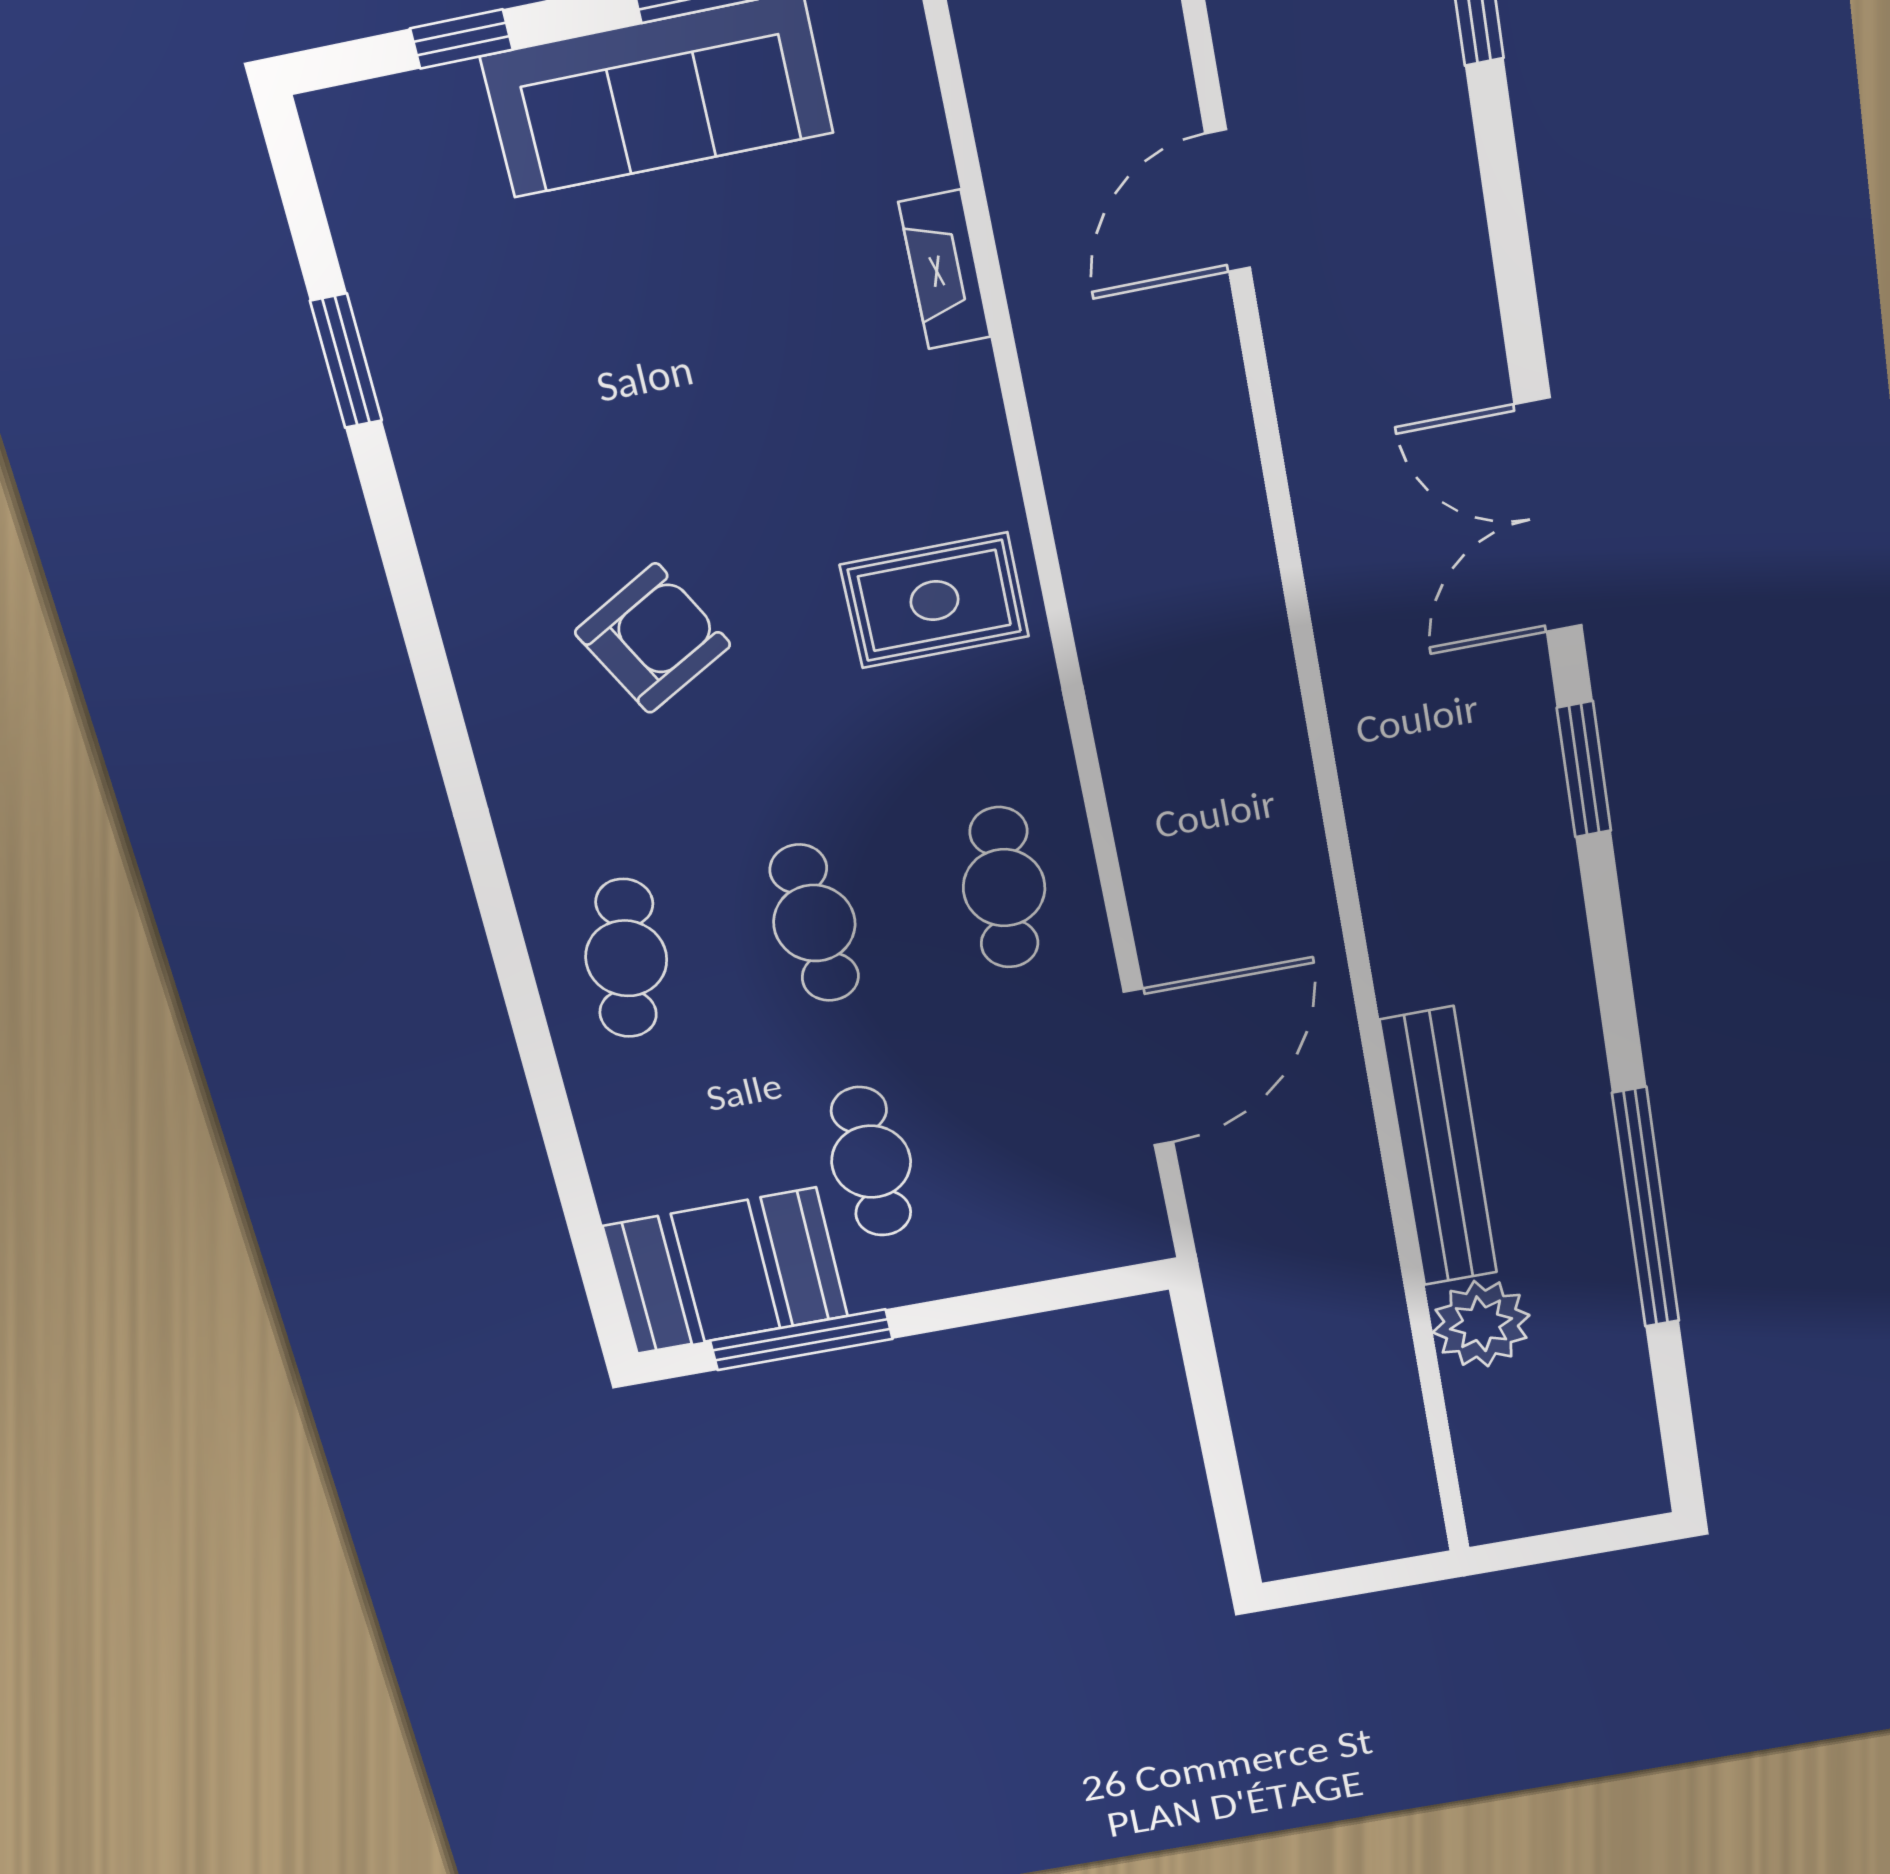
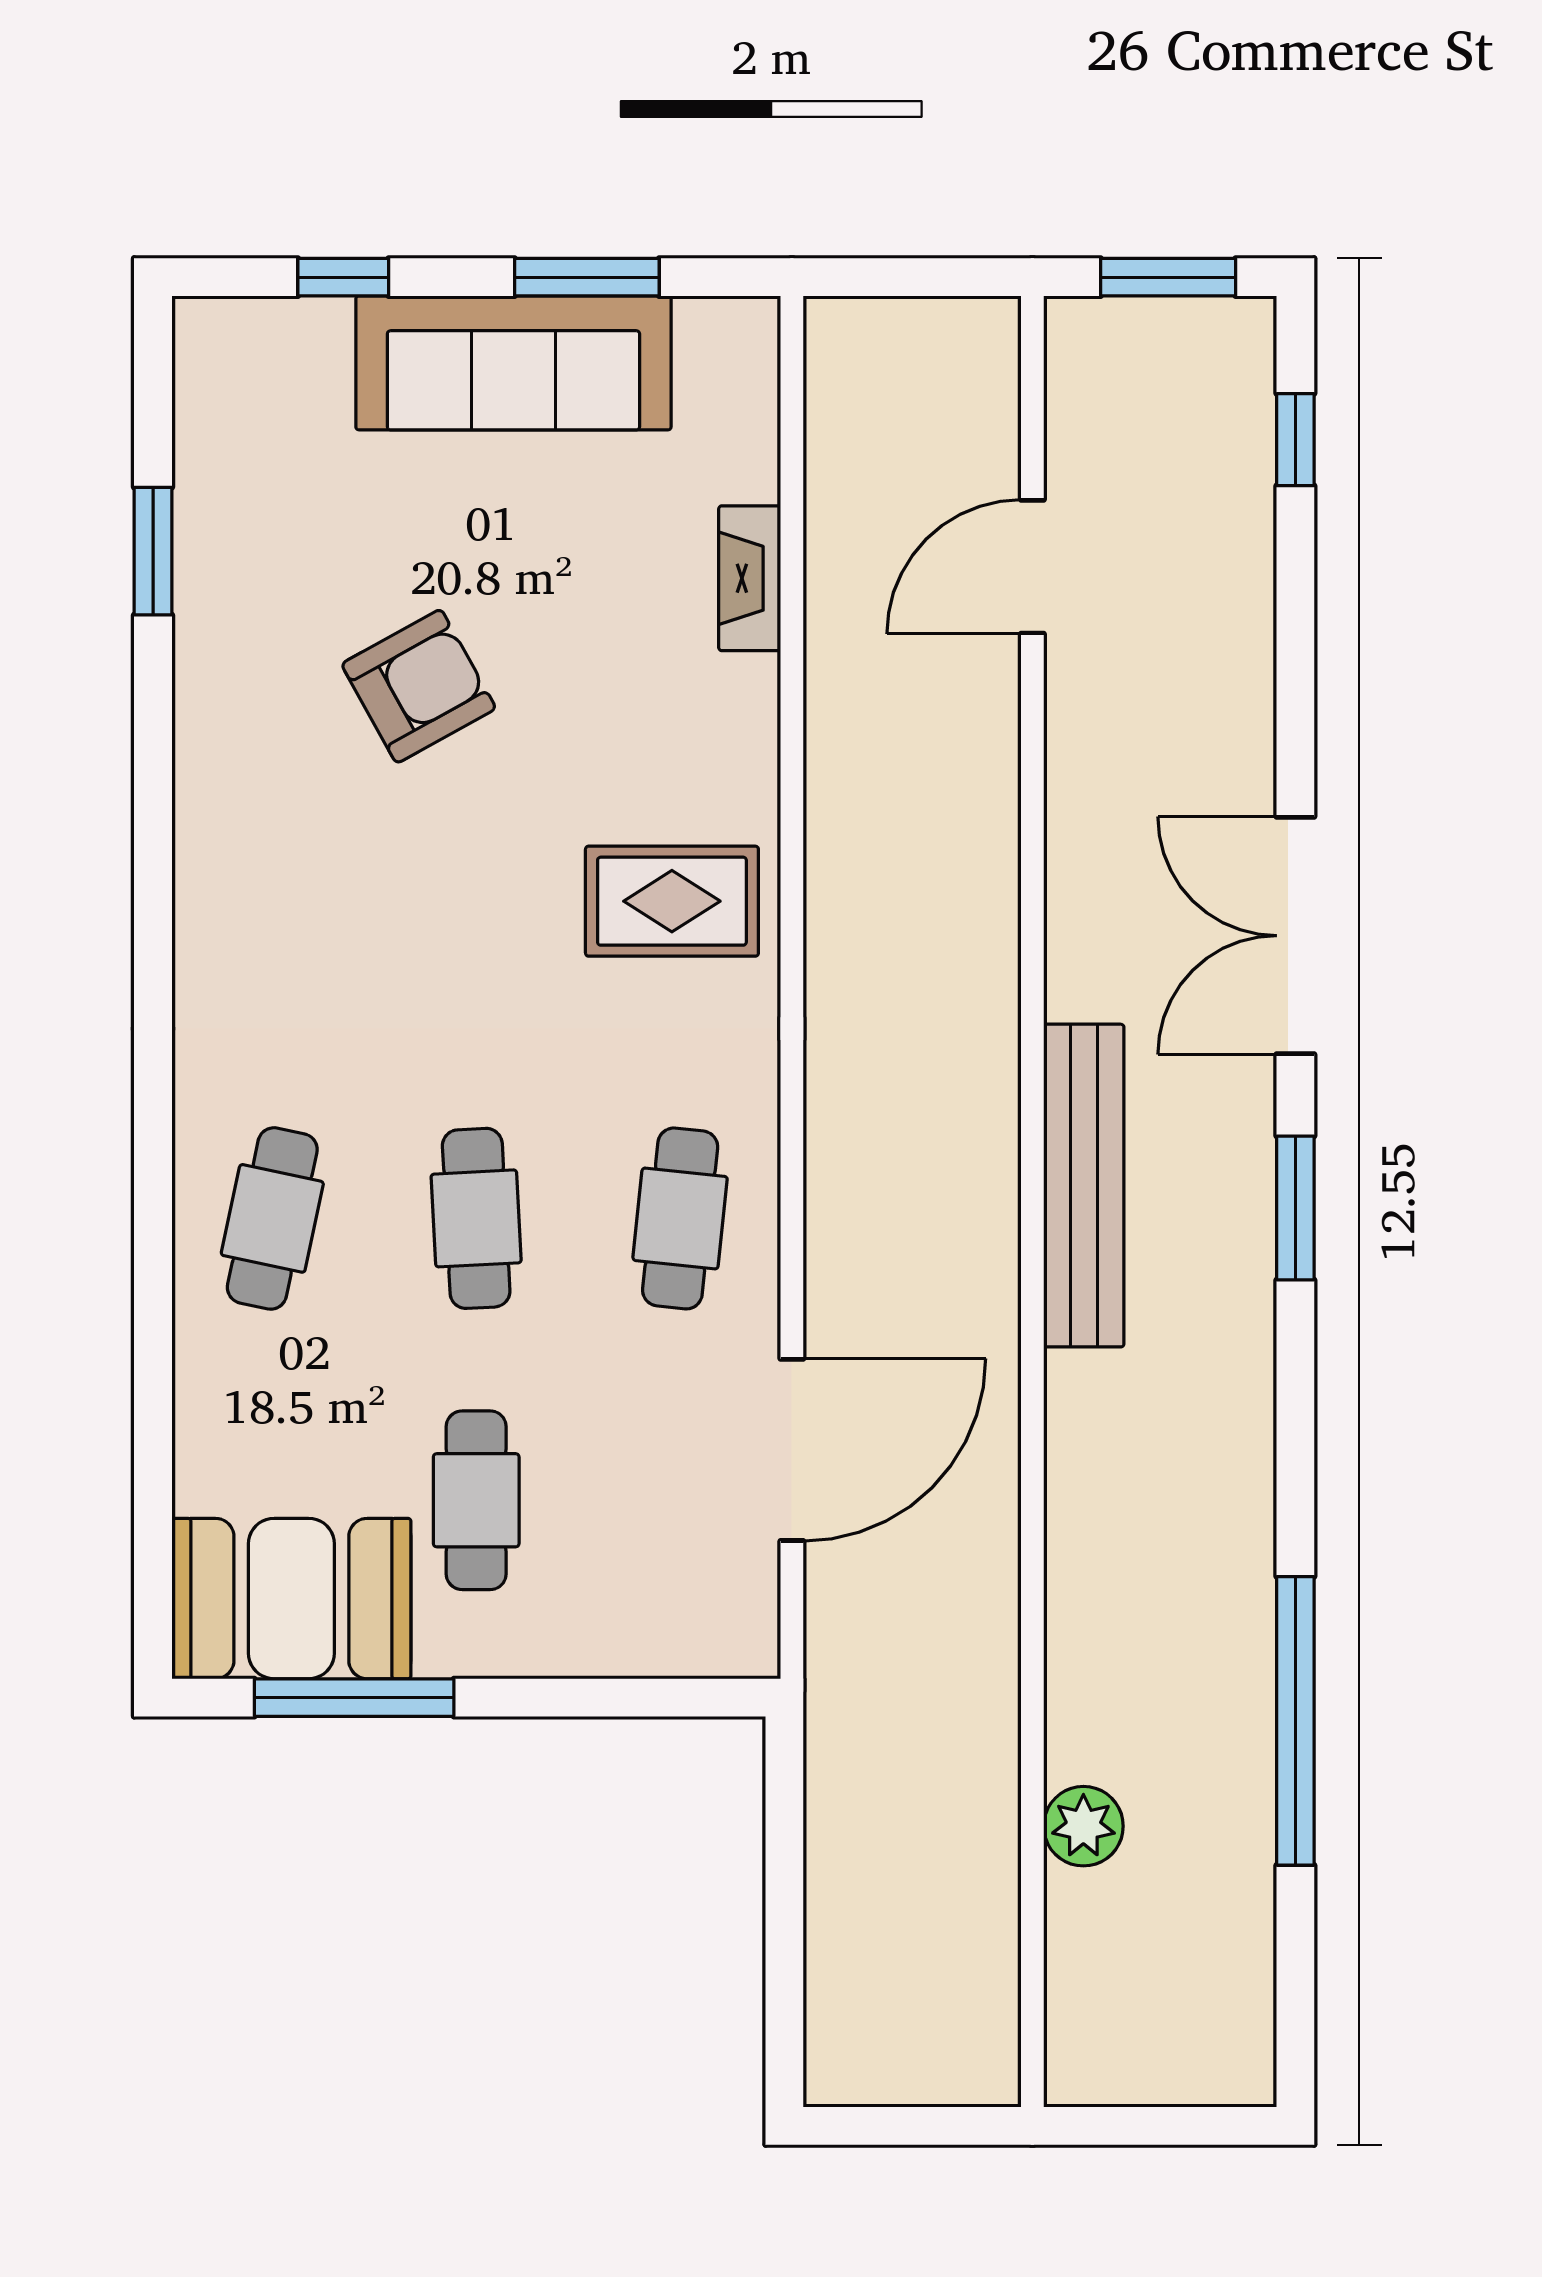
armchair: (653, 638) -> (419, 686), moved
bench: (1439, 1148) -> (1084, 1186), moved
plant: (1481, 1324) -> (1083, 1826), width x0.73, depth x0.73

